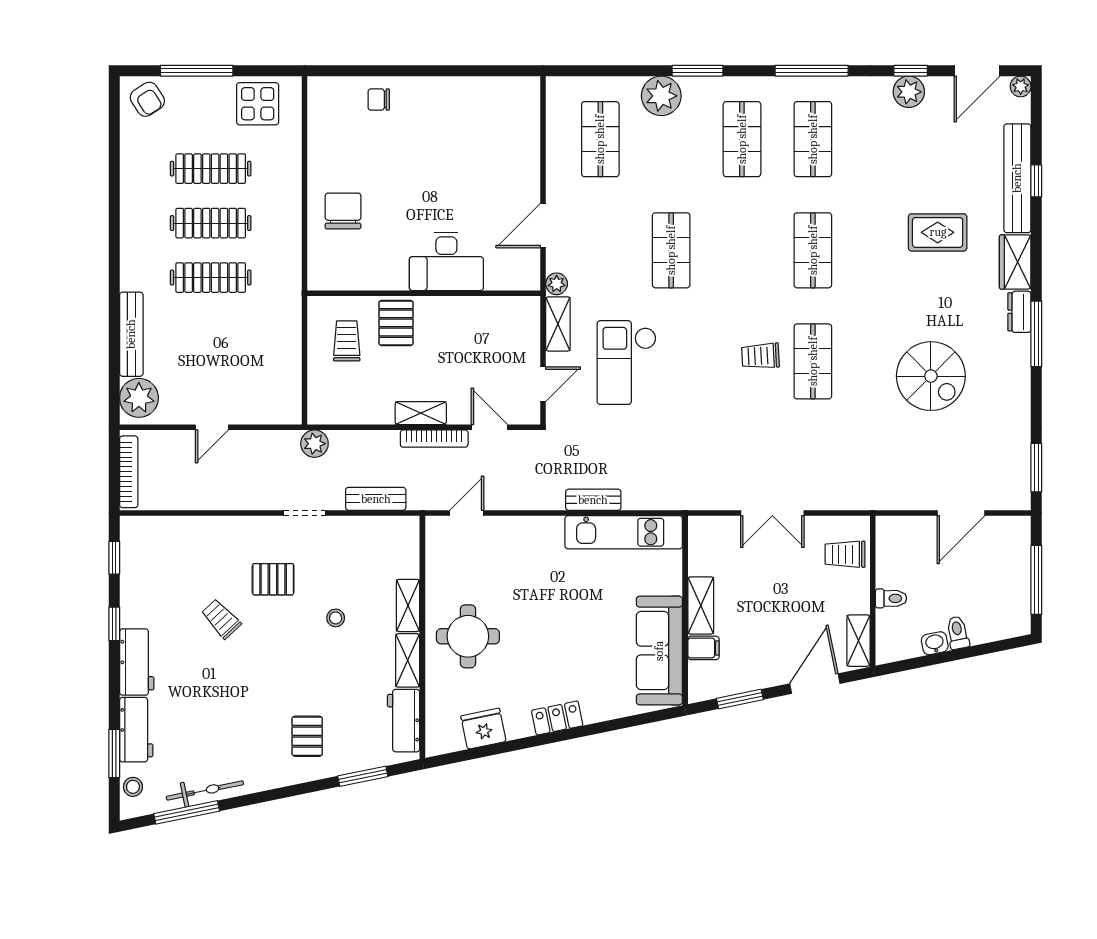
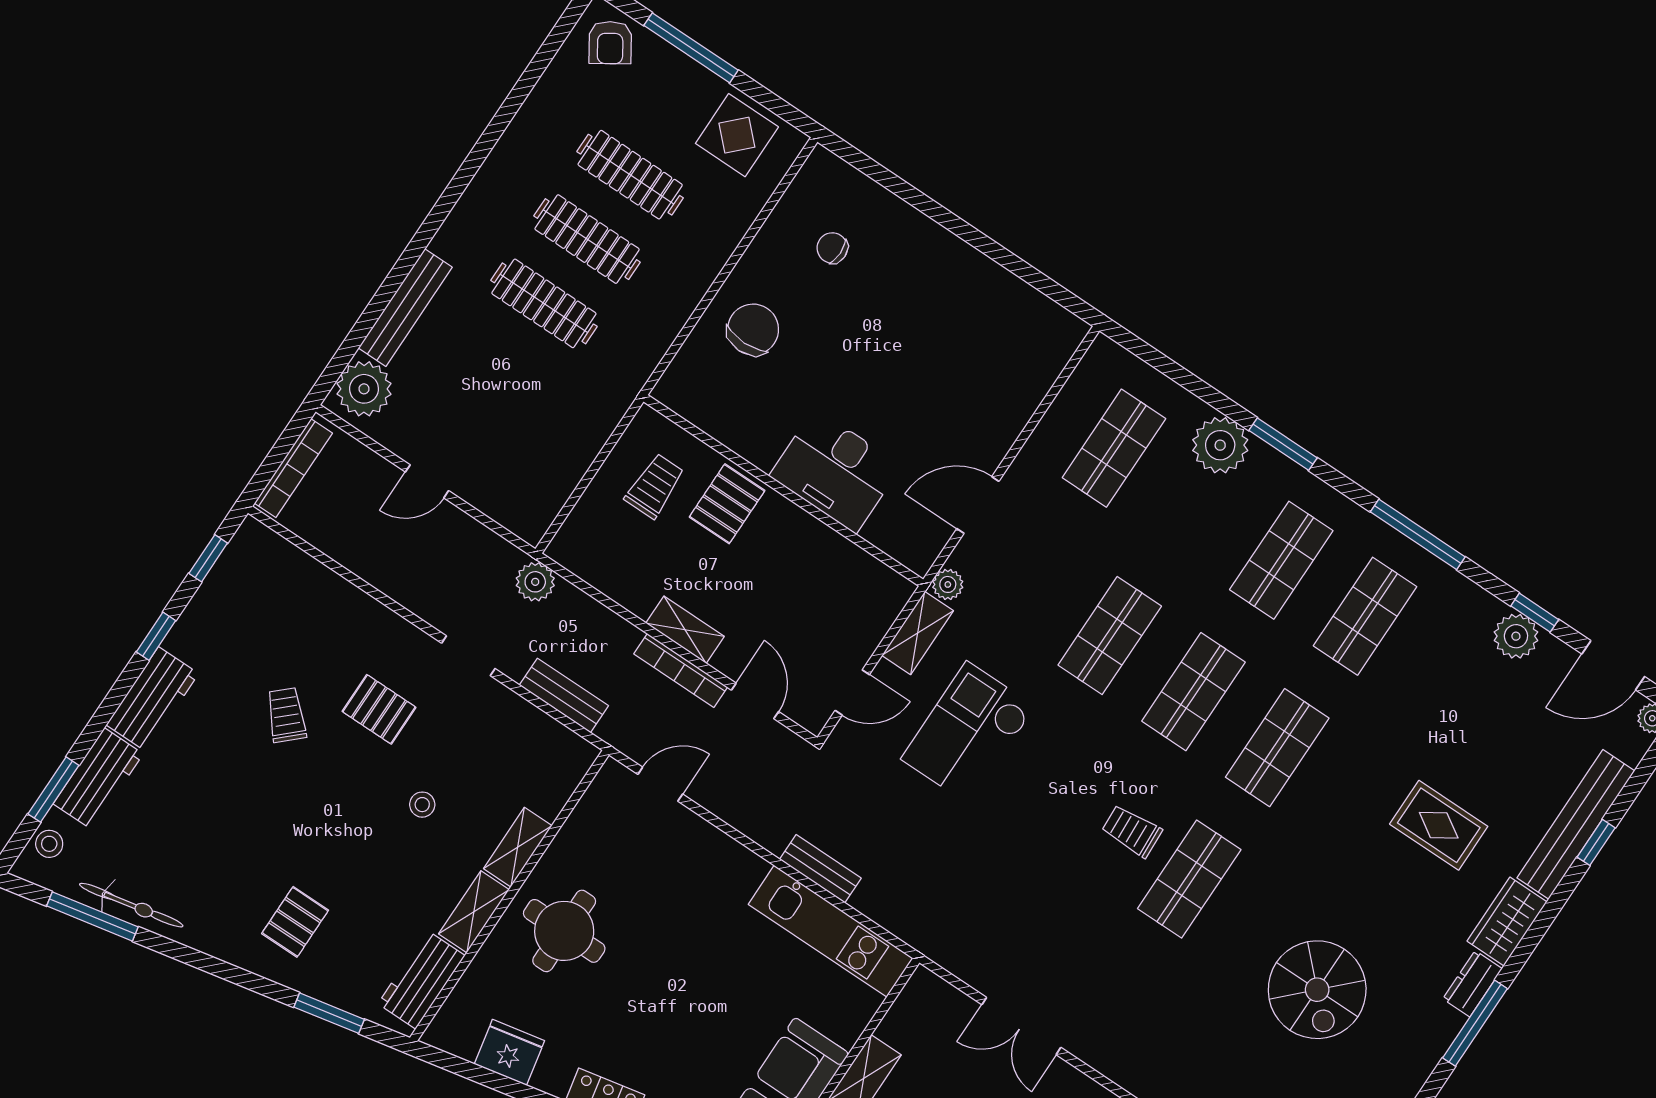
chair: (379, 100) -> (832, 248), moved
shop shelf: (742, 250) -> (1193, 692), added

